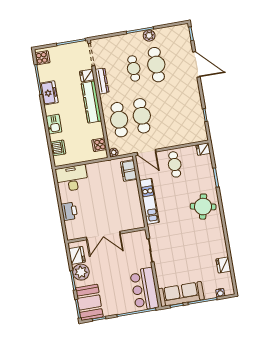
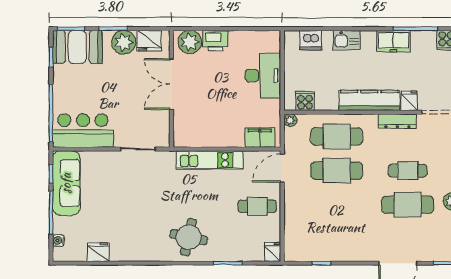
desk: (72, 178) -> (263, 76), moved
plant: (73, 228) -> (190, 42), added

